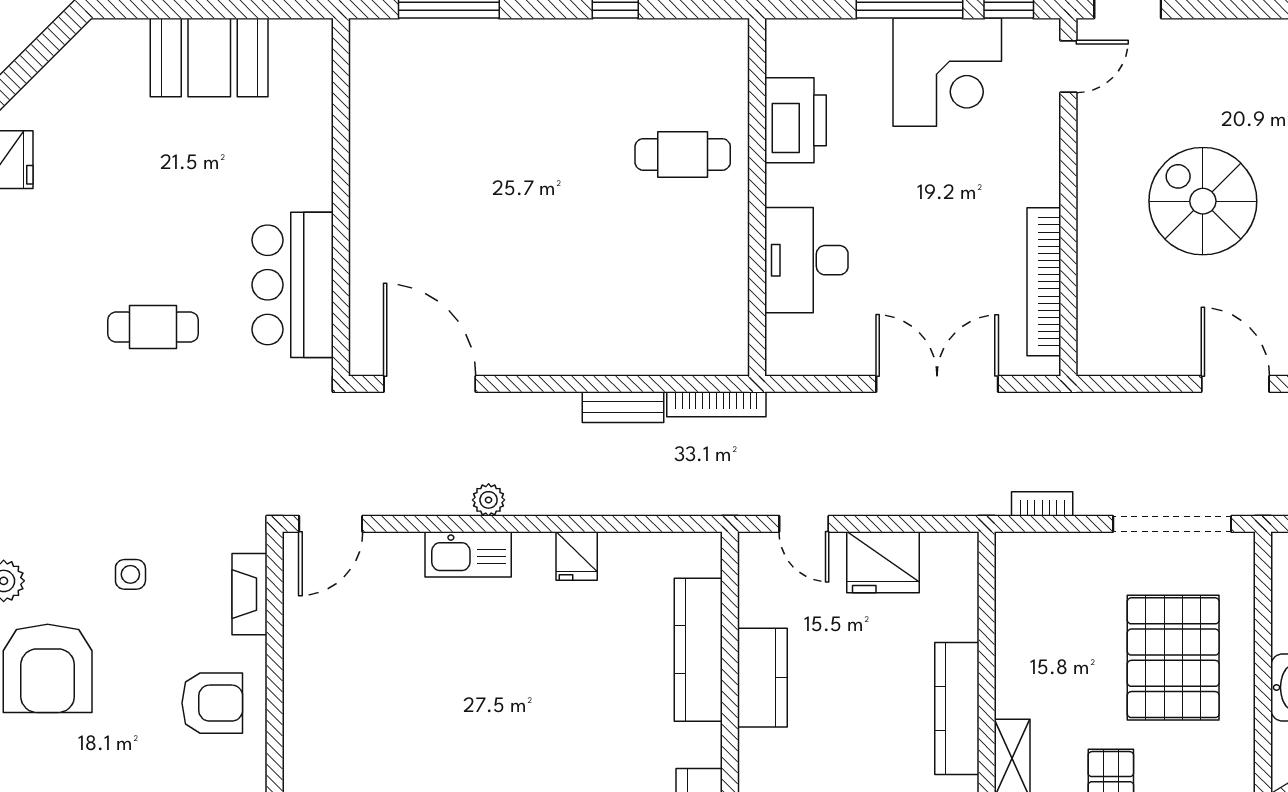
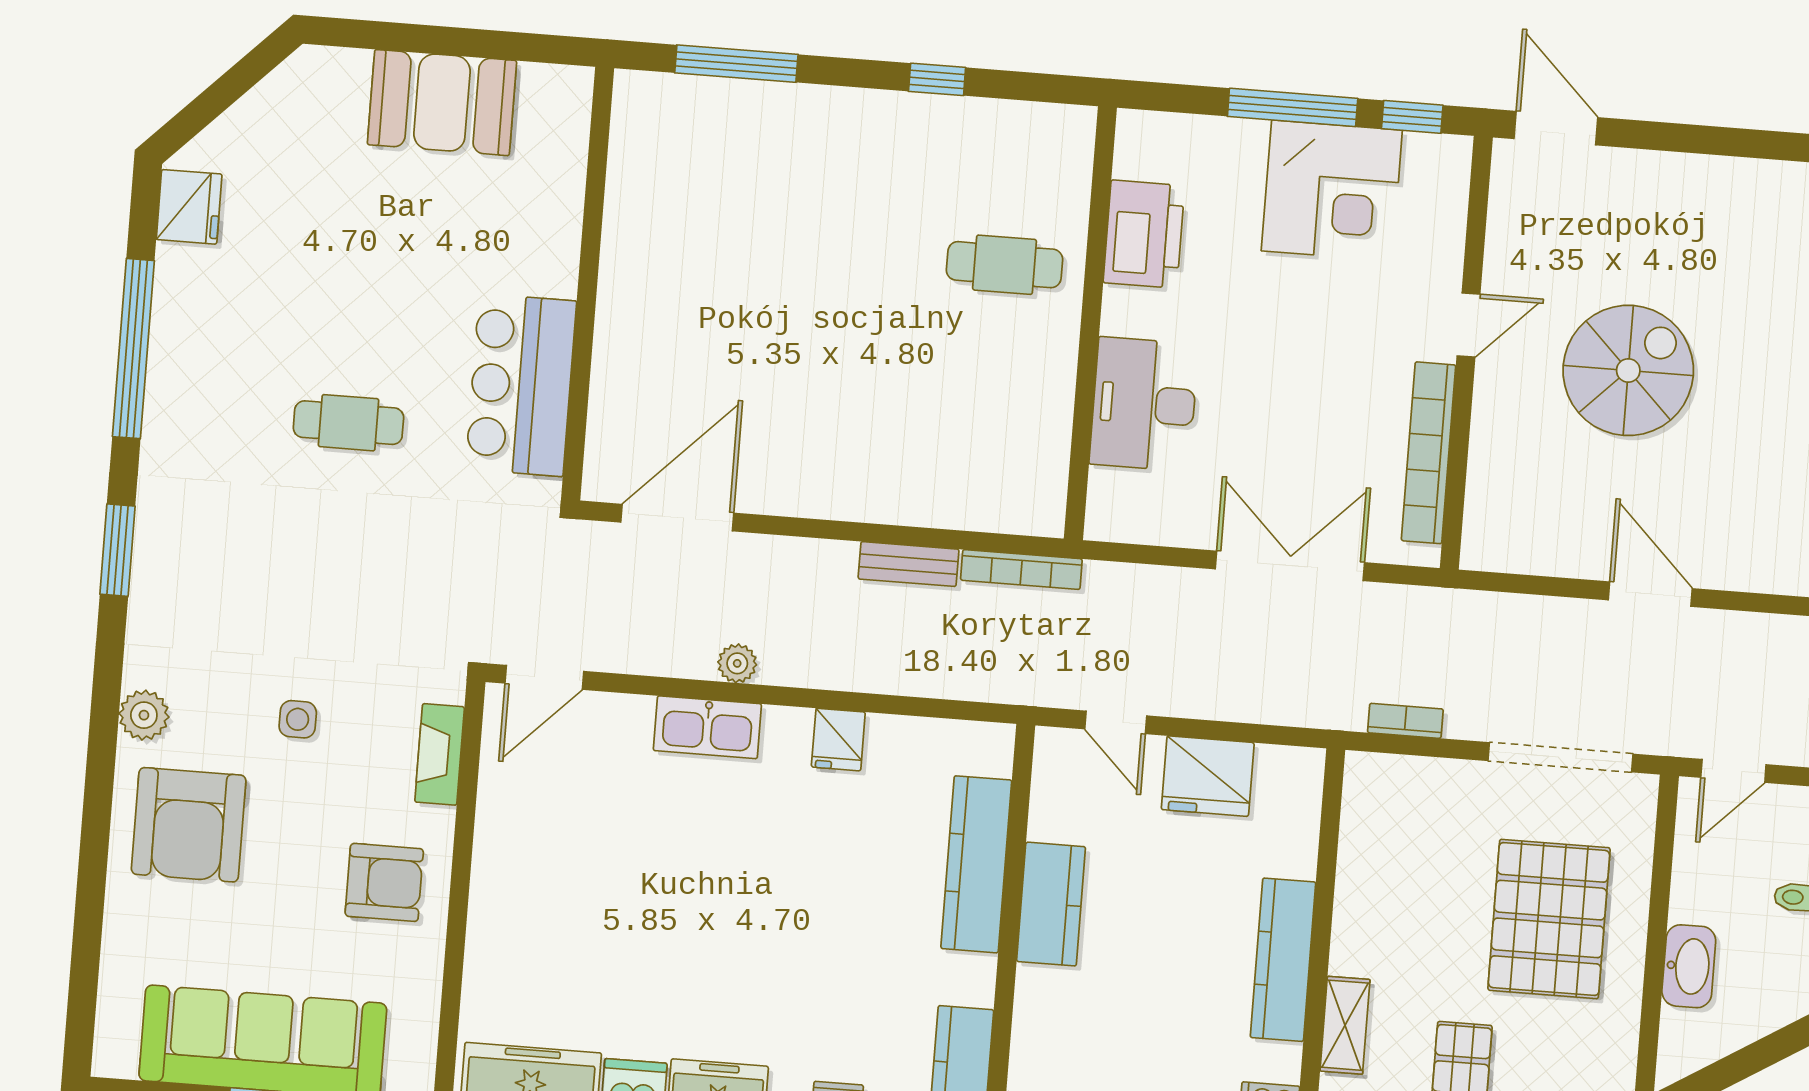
door: (1068, 66) -> (1468, 325), moved
spiral stairs: (1203, 201) -> (1628, 370), turned 90
door: (430, 384) -> (677, 518), hinge flipped

